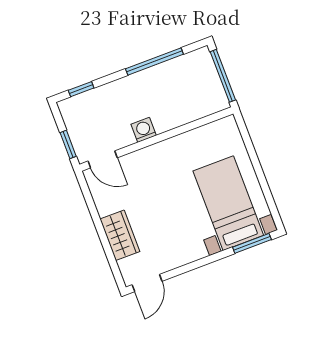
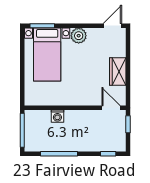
washing machine: (144, 130) -> (57, 116), moved
wardrobe: (120, 235) -> (118, 72), moved
plant: (192, 249) -> (79, 36), added

